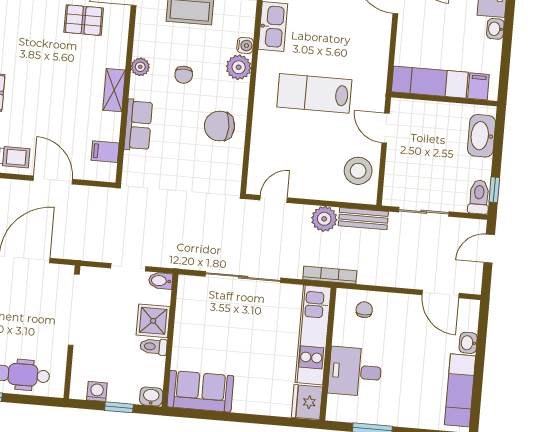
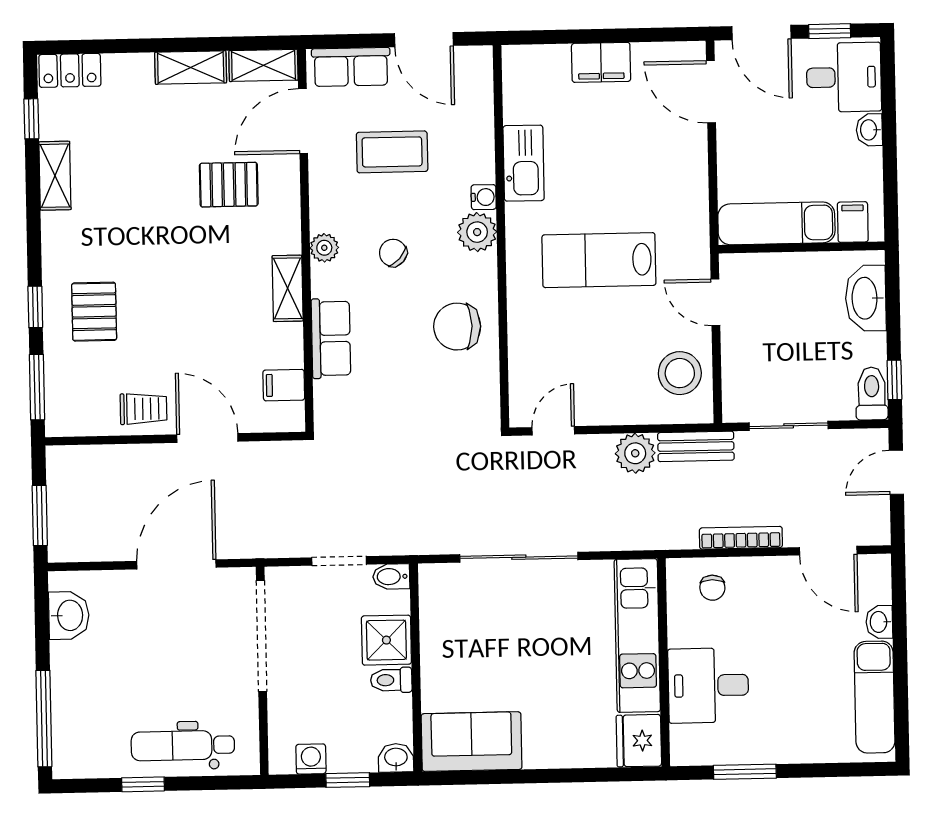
chair: (184, 75) -> (393, 253), turned 132
bookcase: (330, 275) -> (741, 538), moved
chair: (364, 310) -> (712, 588), turned 180

